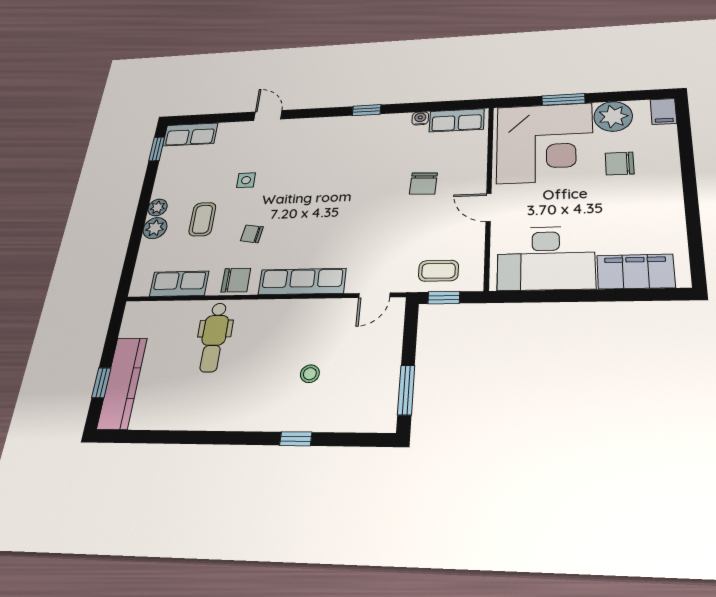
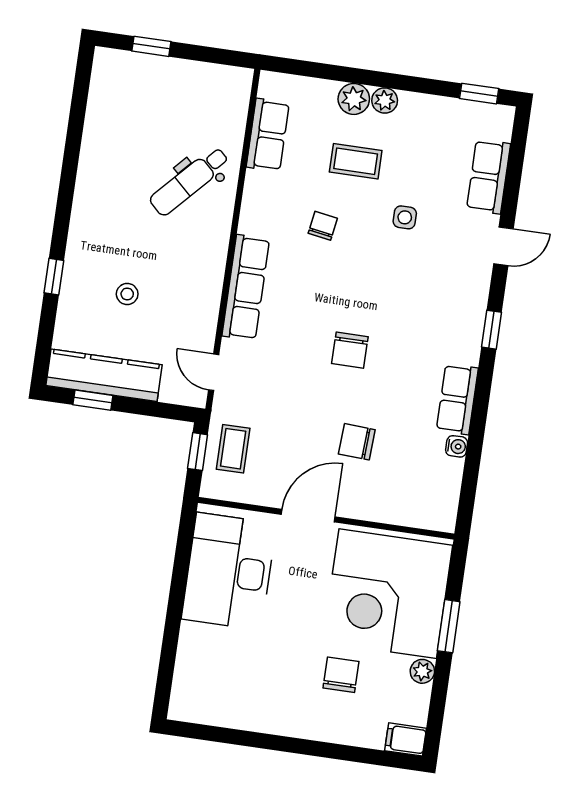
window: (367, 110) -> (491, 330), moved
plant: (613, 116) -> (422, 671), width x0.53, depth x0.53
row of seats: (457, 120) -> (457, 399), moved
row of seats: (190, 134) -> (489, 177), moved
door: (489, 207) -> (308, 516), width x1.38
filing cabinet: (636, 271) -> (196, 665), removed
chair: (236, 280) -> (350, 350), moved
dental chair: (214, 337) -> (189, 181), turned -47
kitchen counter: (122, 383) -> (104, 375), moved, turned 180
window: (406, 390) -> (93, 400), width x0.67

